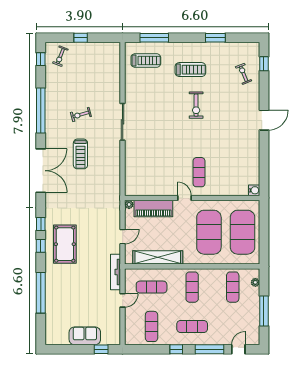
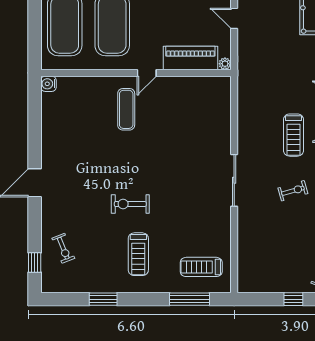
treadmill: (190, 70) -> (138, 254), turned -90
exercise bike: (196, 105) -> (130, 204), turned -90
treadmill: (80, 154) -> (293, 135), turned 180
door: (184, 198) -> (147, 73), hinge flipped
door: (123, 237) -> (234, 18), hinge flipped

